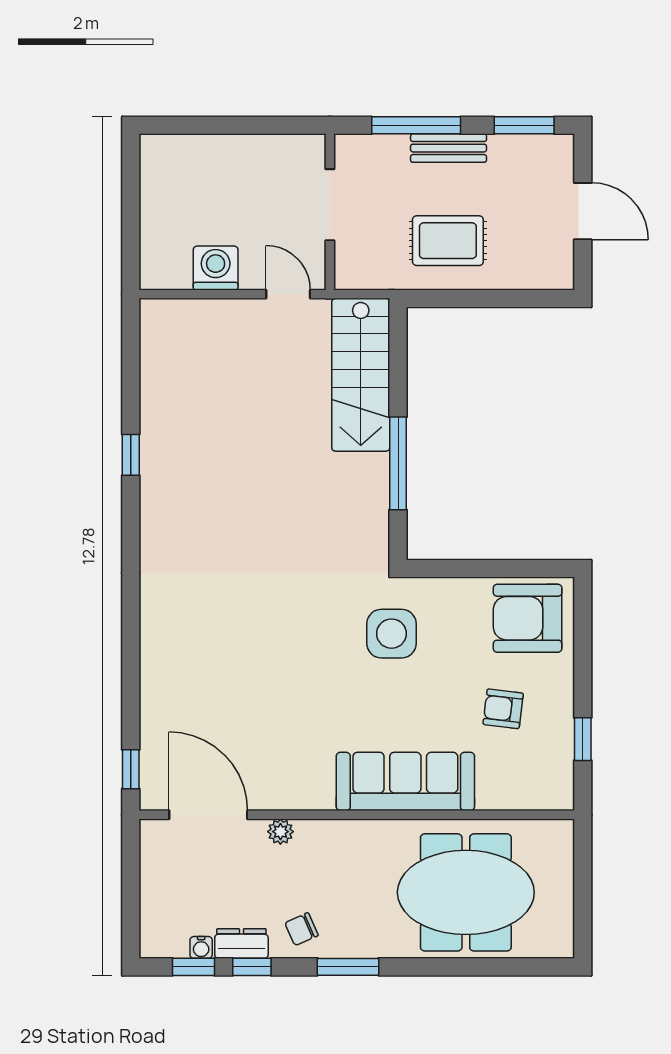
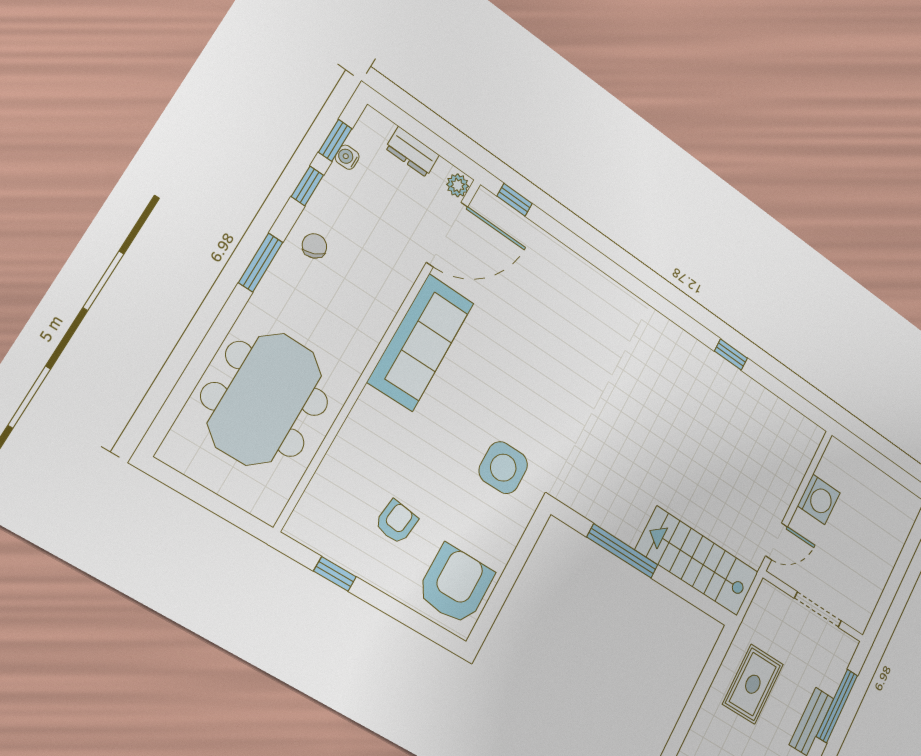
sofa: (405, 781) -> (421, 342), moved
plant: (280, 832) -> (458, 185), moved
dresser: (241, 944) -> (412, 152), moved, turned 90

